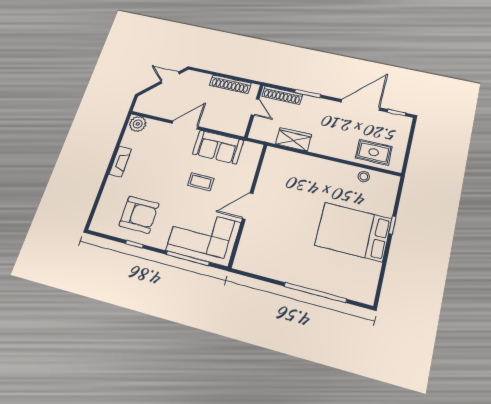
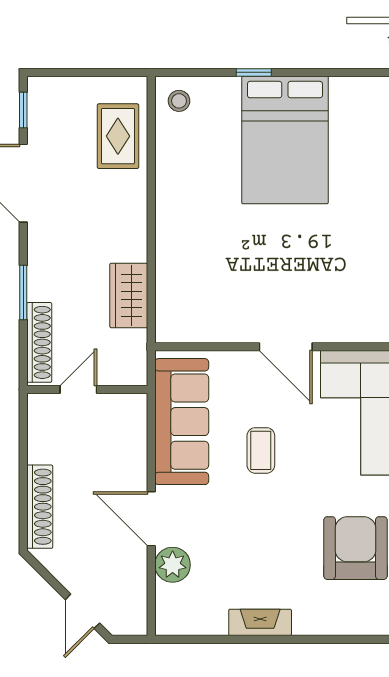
door: (170, 78) -> (82, 611), moved
shoe rack: (230, 84) -> (40, 507), moved
plant: (138, 124) -> (173, 565), moved
sofa: (218, 147) -> (182, 422), width x1.36
stool: (364, 177) -> (179, 101), moved

